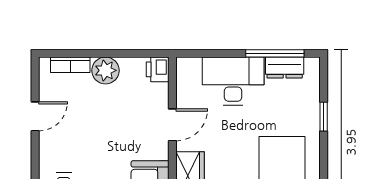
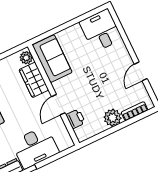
printer: (158, 69) -> (76, 119), moved

